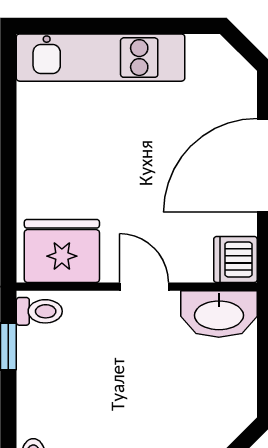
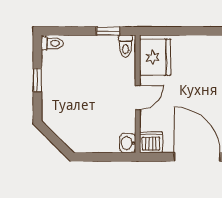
washbasin: (219, 314) -> (128, 143), width x0.52, depth x0.69

